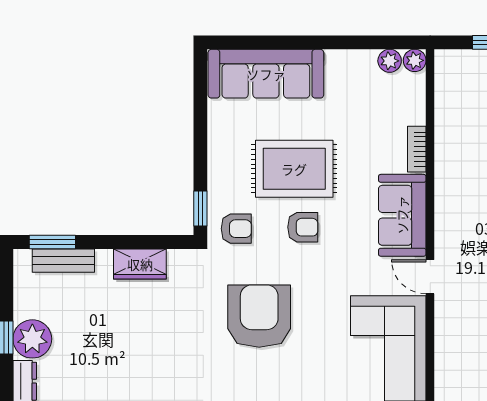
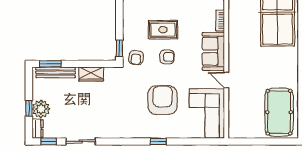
rug: (294, 169) -> (163, 30), width x0.73, depth x0.70
armchair: (236, 229) -> (136, 58), turned 97
bench: (63, 261) -> (56, 73), width x1.36
armchair: (259, 316) -> (163, 100), moved

